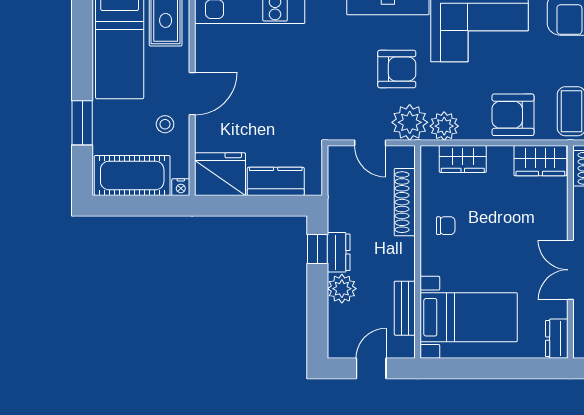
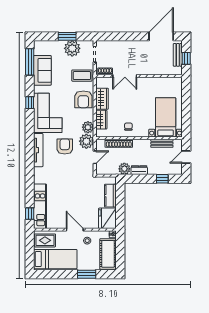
wardrobe: (540, 161) -> (102, 99), moved
window: (317, 249) -> (162, 179), moved
double door: (570, 270) -> (125, 76), moved
plant: (342, 289) -> (124, 169), moved
dresser: (557, 339) -> (174, 82), removed
door: (371, 368) -> (186, 157), hinge flipped

